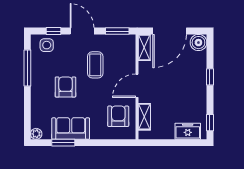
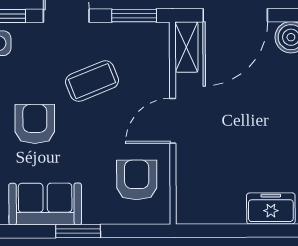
coffee table: (95, 65) -> (92, 81), turned 68
shelving: (144, 117) -> (187, 181), removed
window: (63, 143) -> (78, 231), moved

